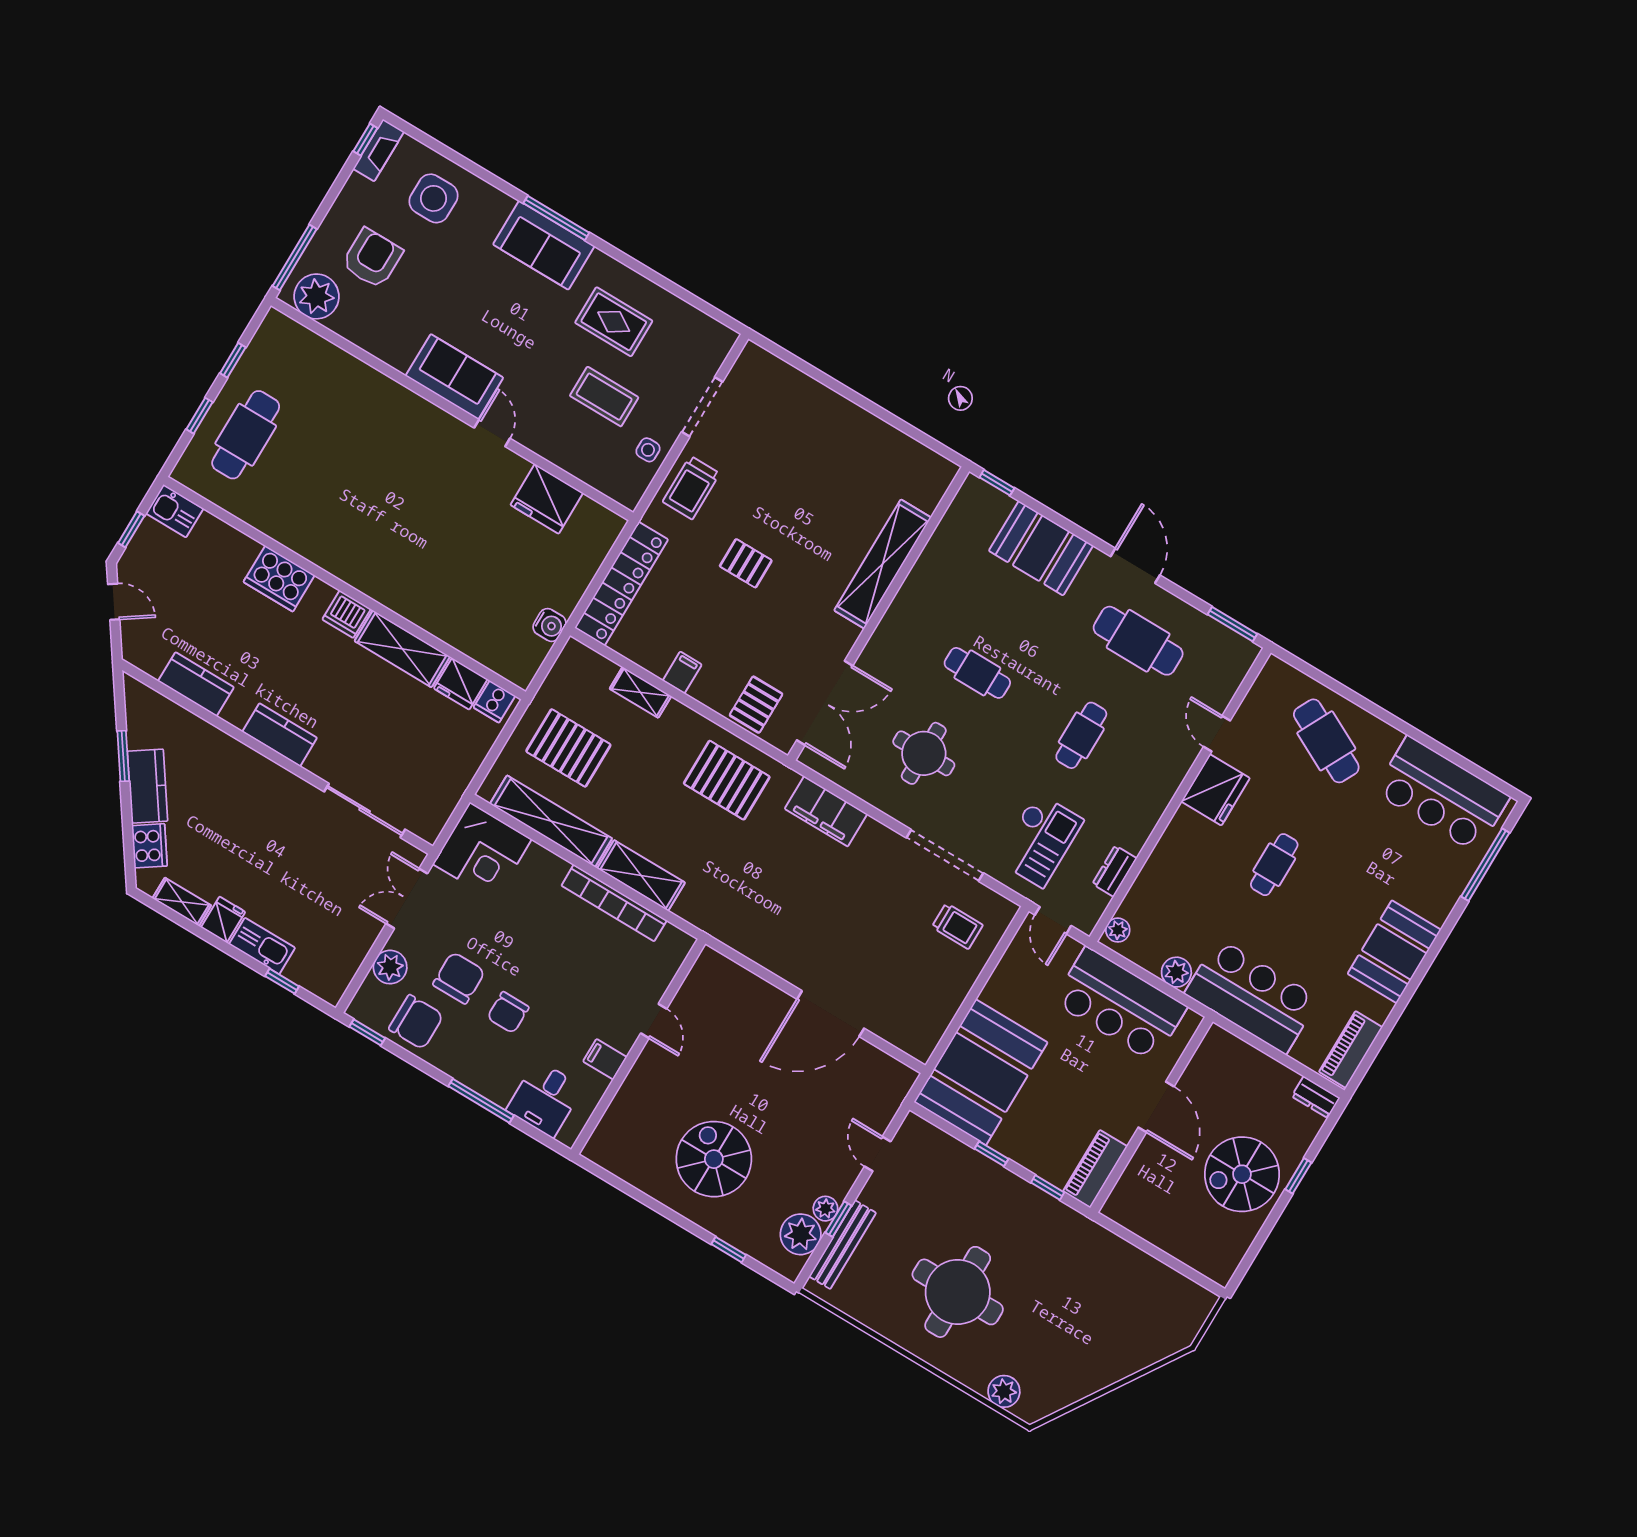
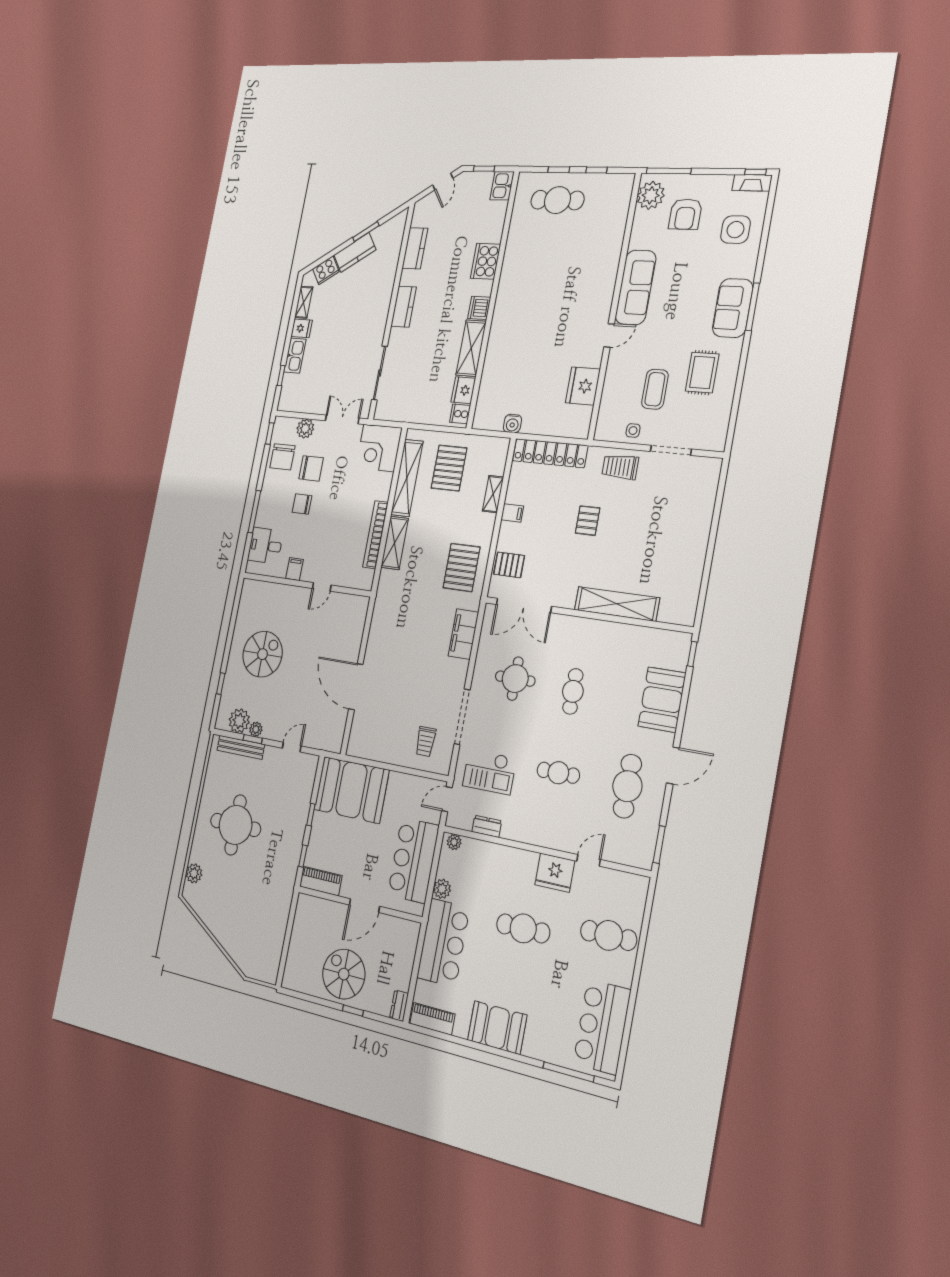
armchair: (372, 258) -> (685, 214), turned 90
sofa: (454, 377) -> (636, 287), width x1.36
cafe table: (1326, 741) -> (609, 935), turned 63
cafe table: (1274, 865) -> (523, 928), width x1.37, depth x1.35

